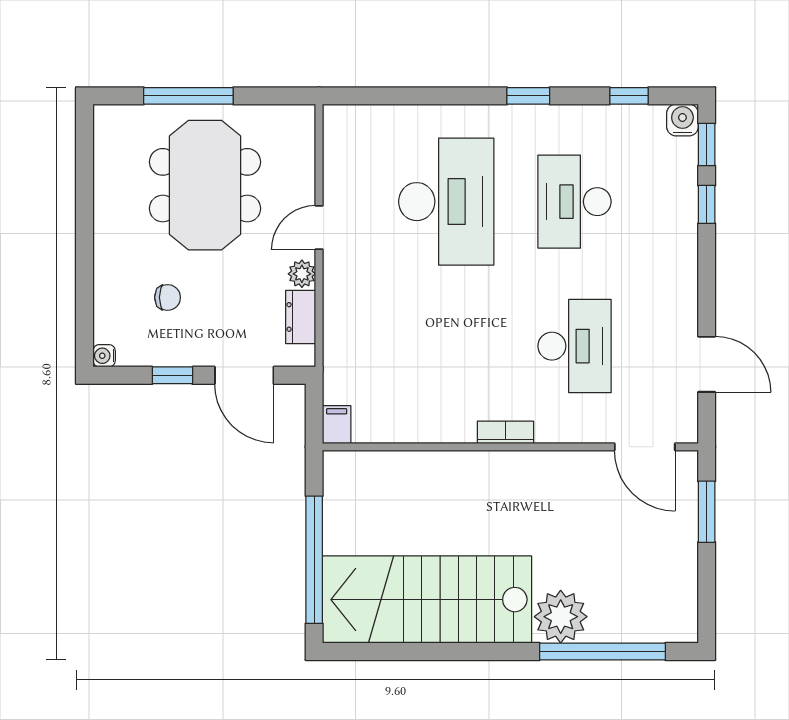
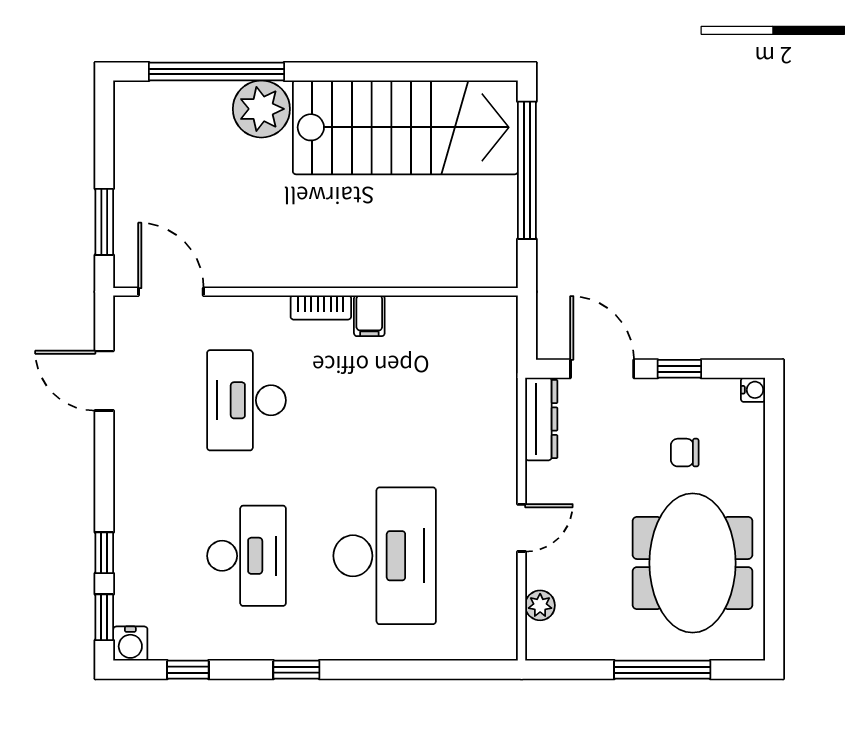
meeting table: (205, 185) -> (693, 563), moved
desk: (446, 202) -> (385, 556), turned 180
plant: (302, 274) -> (540, 605), moved
dresser: (301, 317) -> (541, 419), width x1.44
filing cabinet: (337, 425) -> (369, 316), moved

